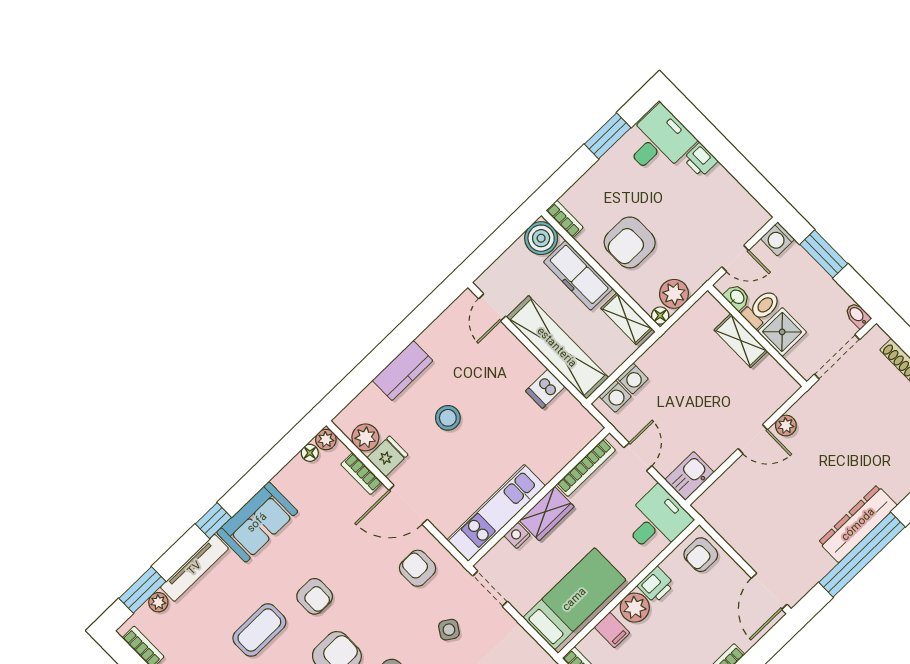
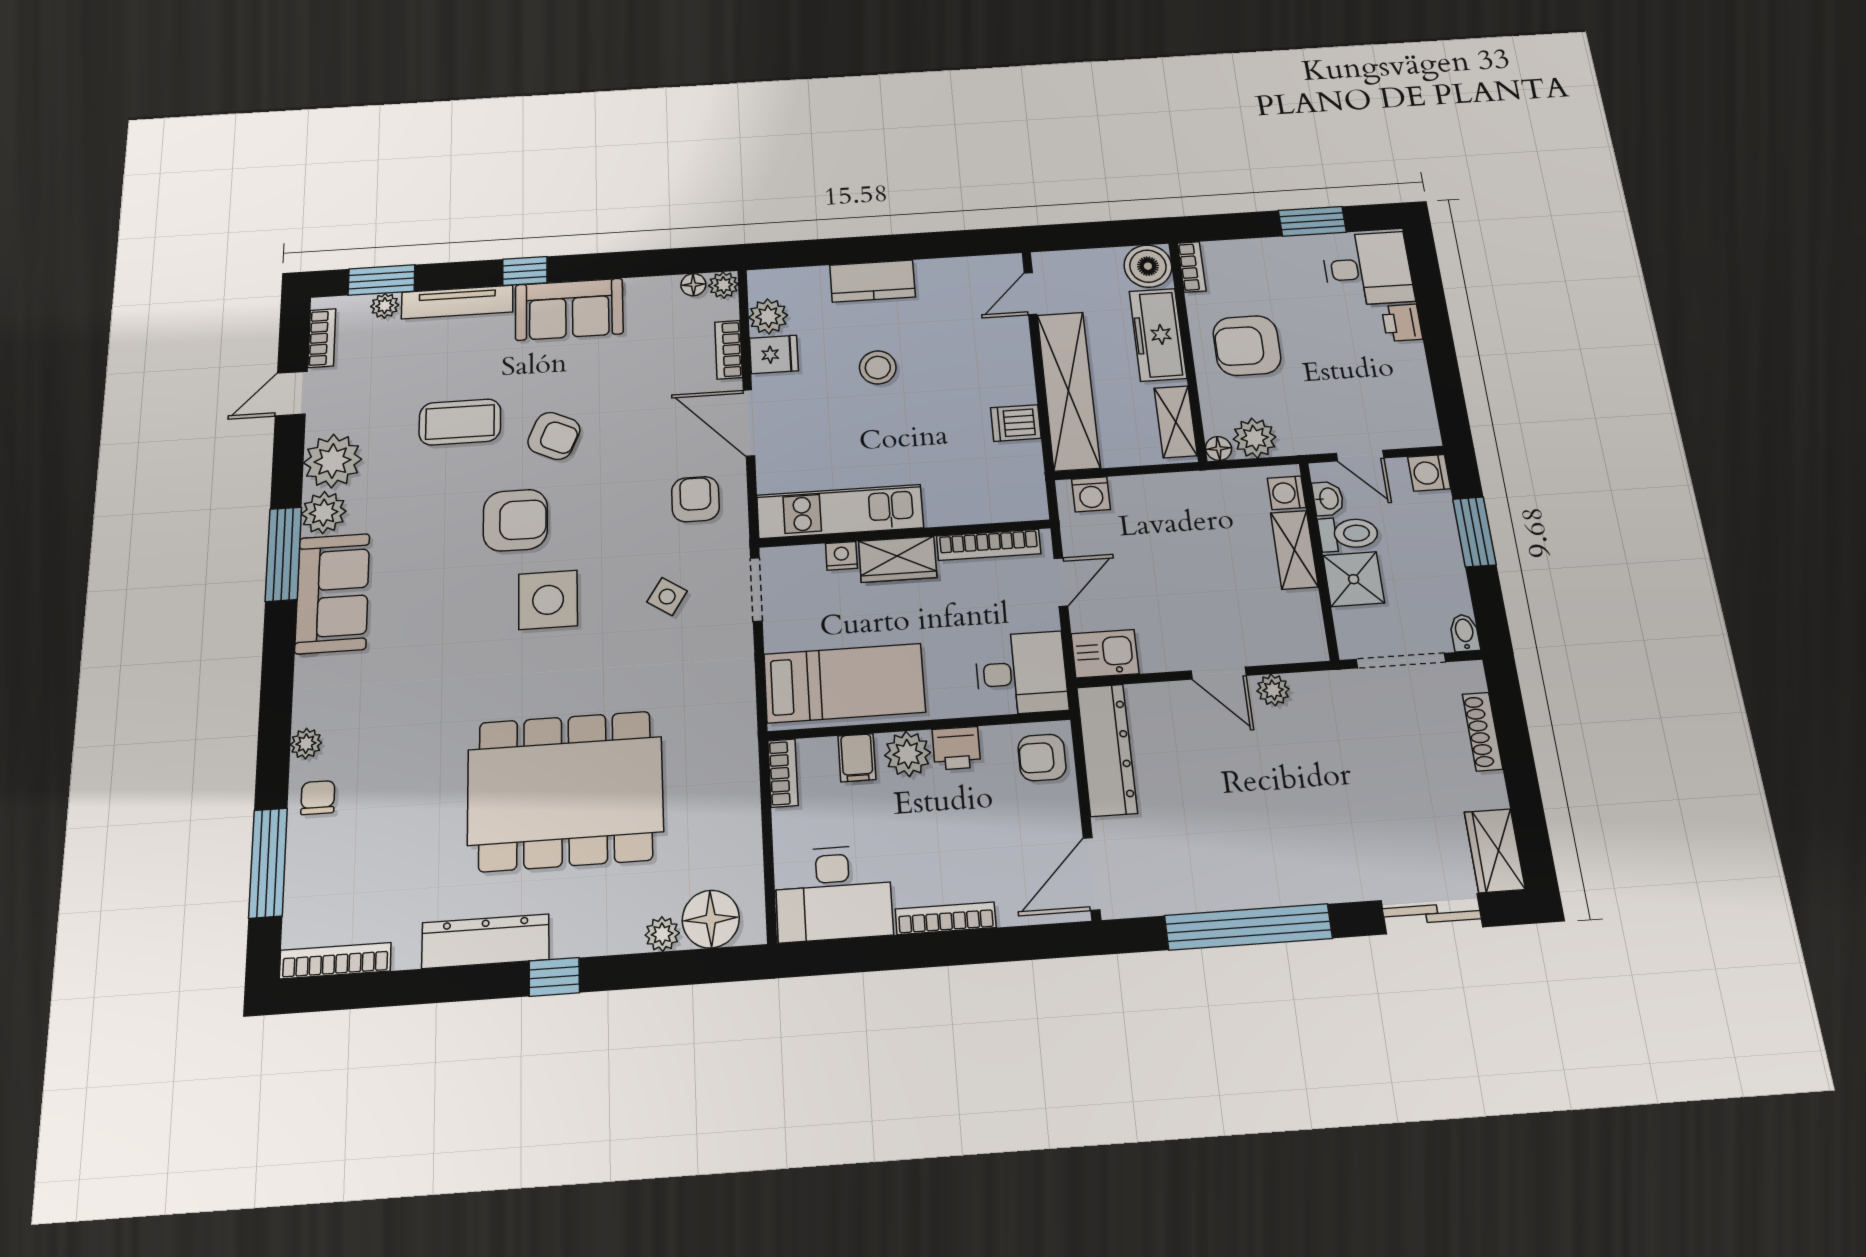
washing machine: (633, 379) -> (1287, 493), moved, turned 90
dresser: (858, 524) -> (1107, 750), moved, turned 90
armchair: (315, 596) -> (554, 436), turned -66

